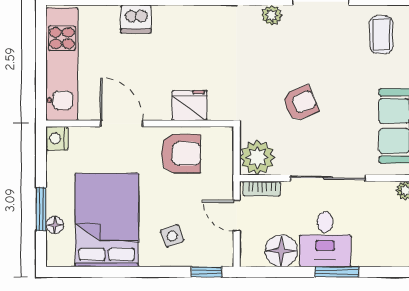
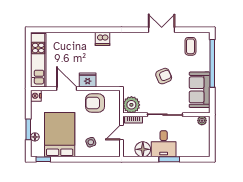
plant: (272, 15) -> (138, 37), removed
dishwasher: (136, 19) -> (103, 39), moved
armchair: (300, 103) -> (164, 76), moved
fridge: (189, 105) -> (88, 80), moved
armchair: (181, 154) -> (95, 103), turned 180
door: (237, 216) -> (122, 133), hinge flipped
window: (207, 272) -> (43, 159), moved

